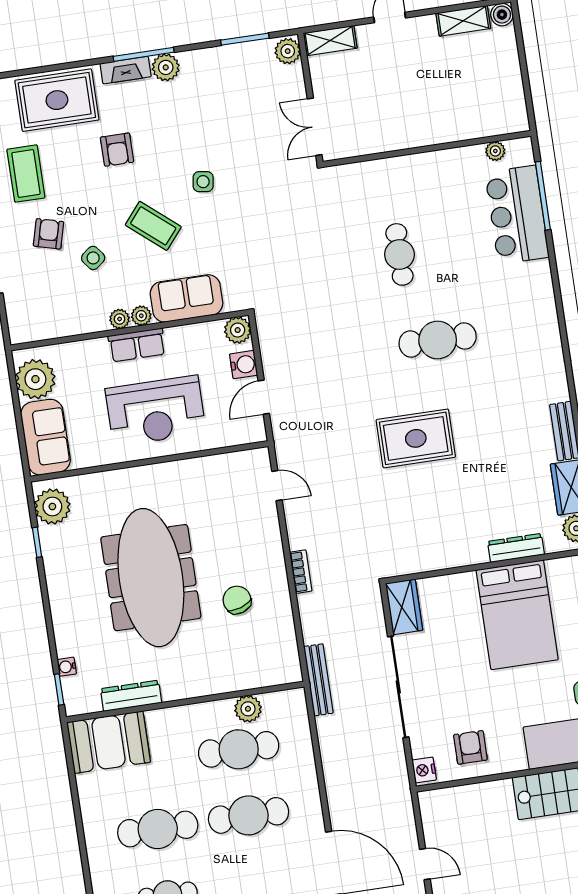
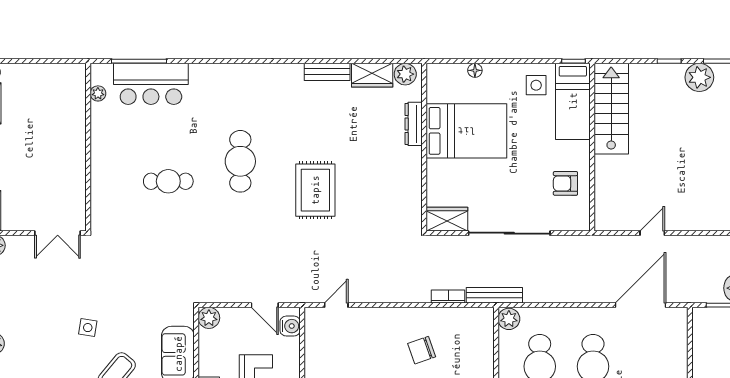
water cooler: (244, 365) -> (290, 326), moved, turned 90
bookcase: (301, 572) -> (448, 296), moved
plant: (248, 709) -> (509, 319), moved
nightstand: (424, 770) -> (578, 223), removed

